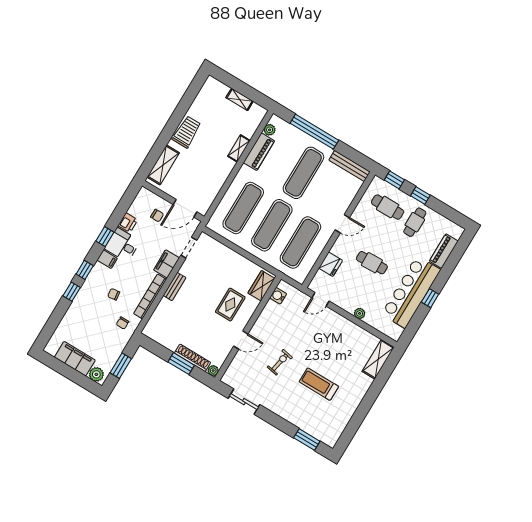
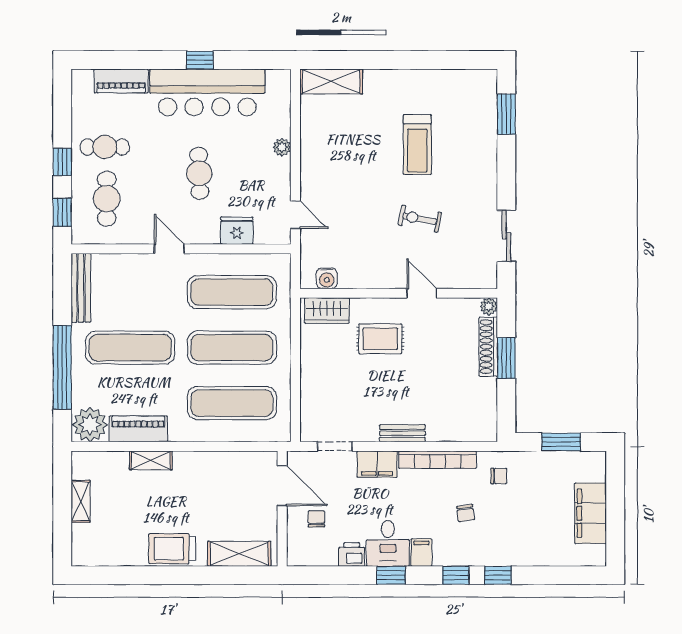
plant: (270, 130) -> (90, 425), width x1.88, depth x1.88
plant: (96, 374) -> (594, 469), removed

